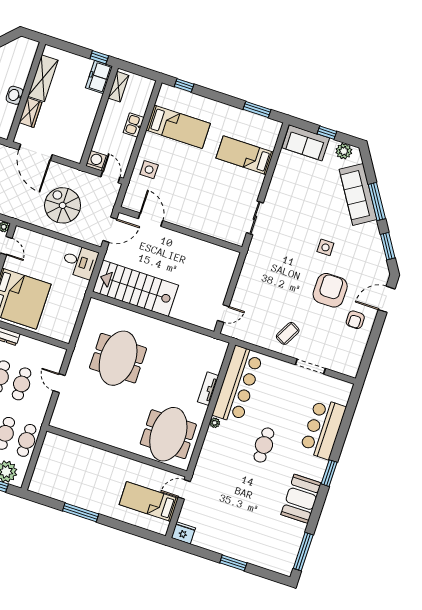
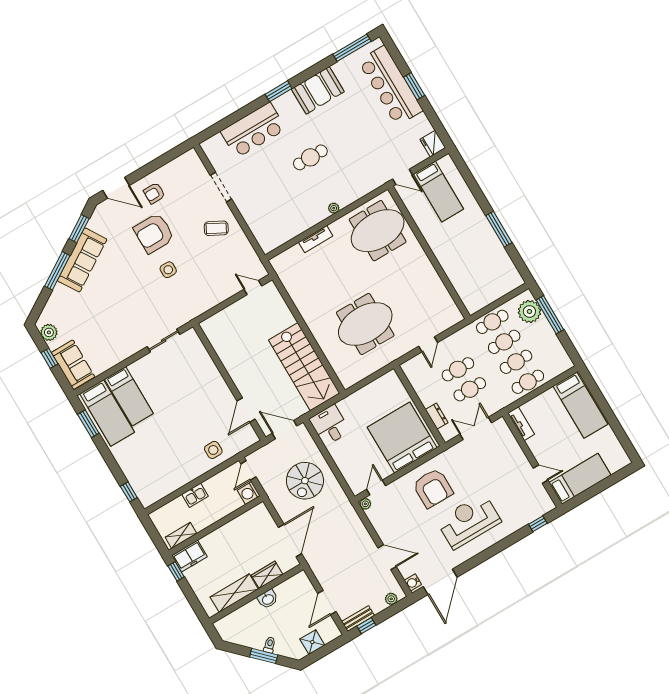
bed: (178, 127) -> (107, 413), moved, turned 180
sofa: (358, 194) -> (82, 260), moved
side table: (325, 247) -> (168, 270), moved
armchair: (355, 320) -> (154, 193), turned 180
bar counter: (238, 385) -> (391, 86), moved, turned -90

